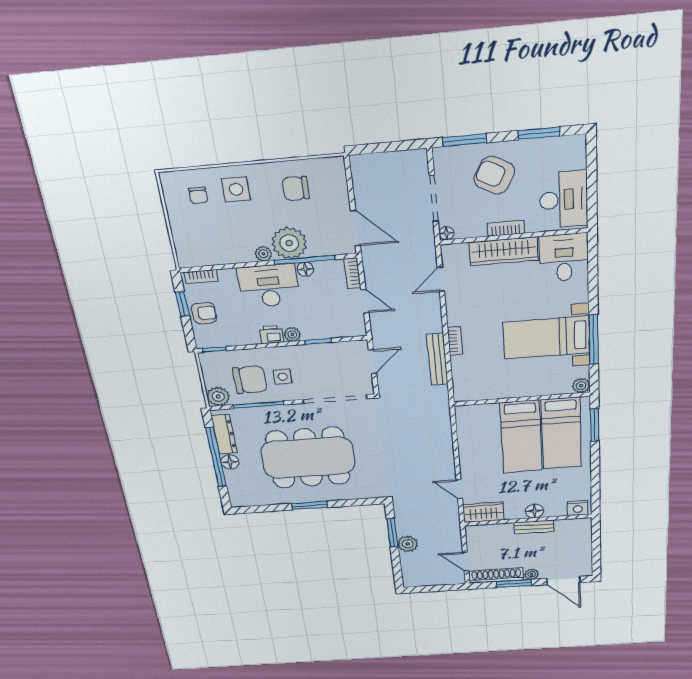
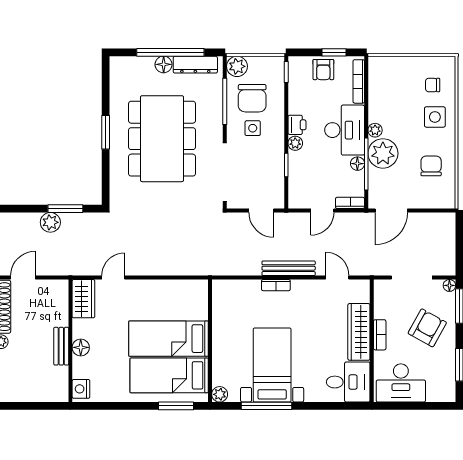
floor lamp: (446, 233) -> (449, 285), moved
bookcase: (201, 277) -> (359, 81), width x1.56
bench: (437, 359) -> (289, 268), moved

